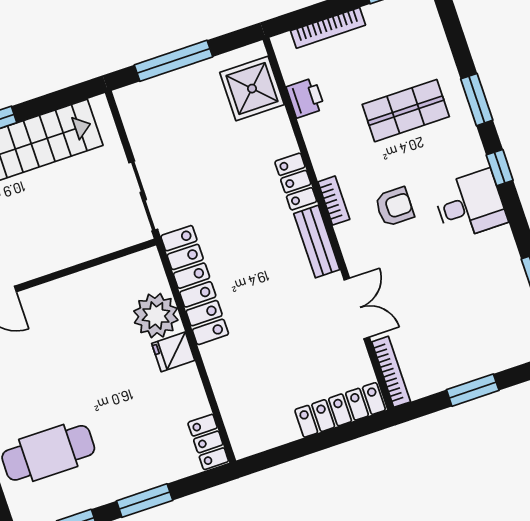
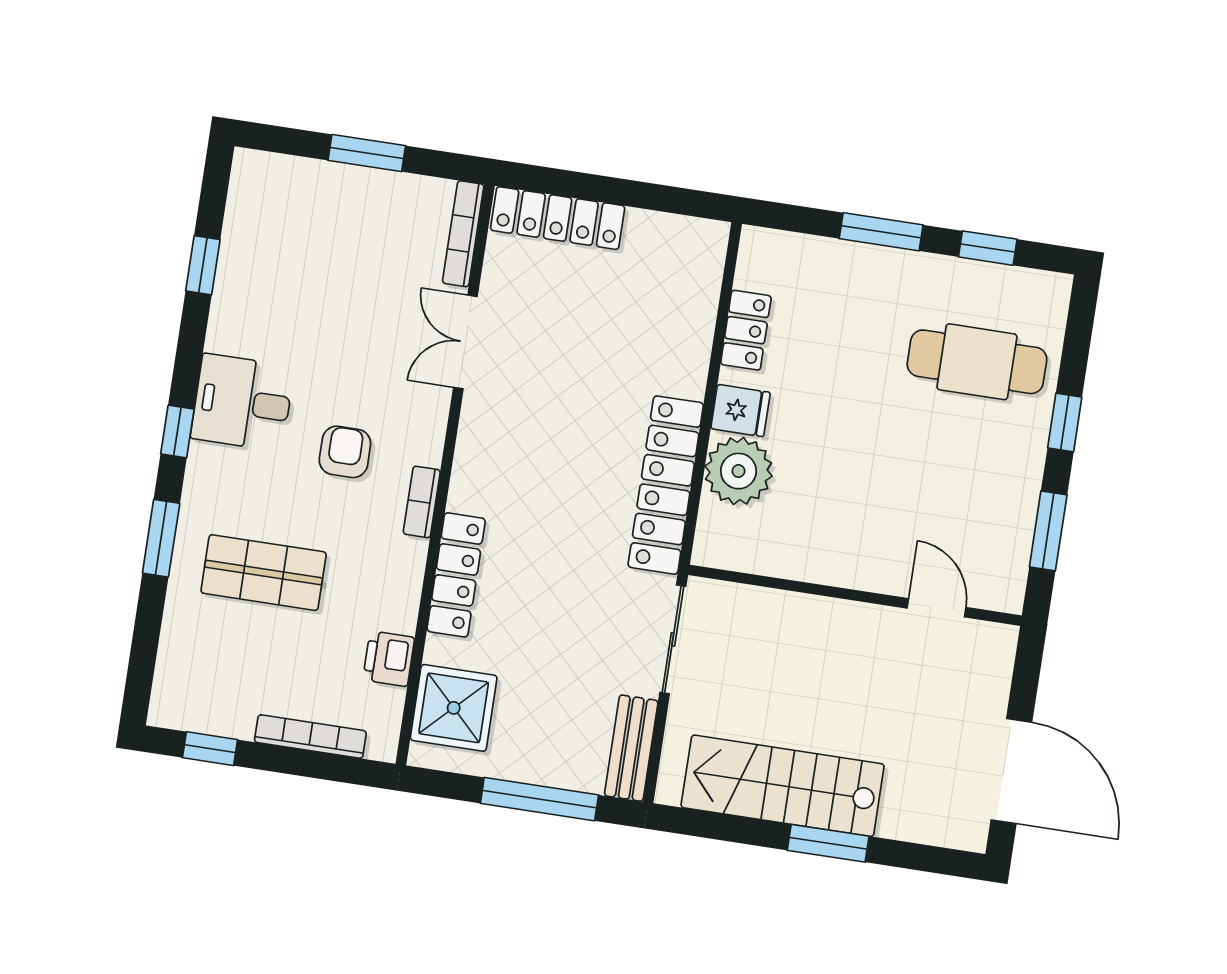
locker: (296, 182) -> (456, 575), width x1.53
armchair: (394, 207) -> (345, 452), turned 90
bench: (317, 242) -> (631, 748), moved
locker: (208, 442) -> (746, 330), moved

